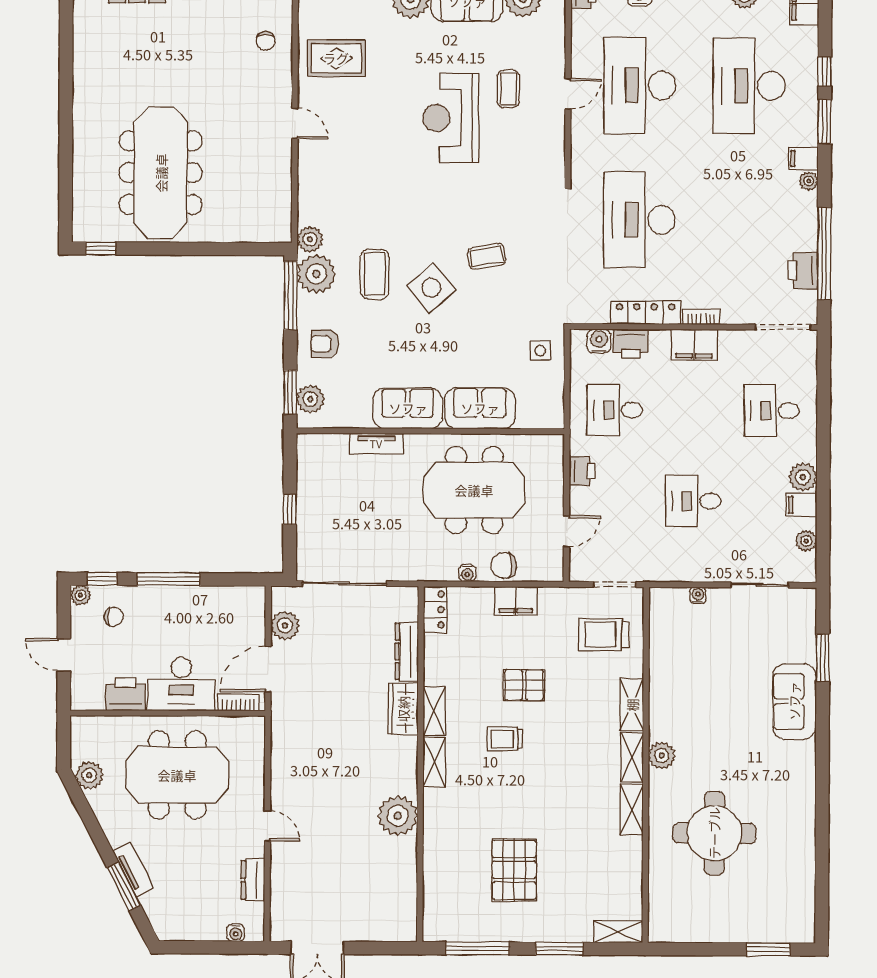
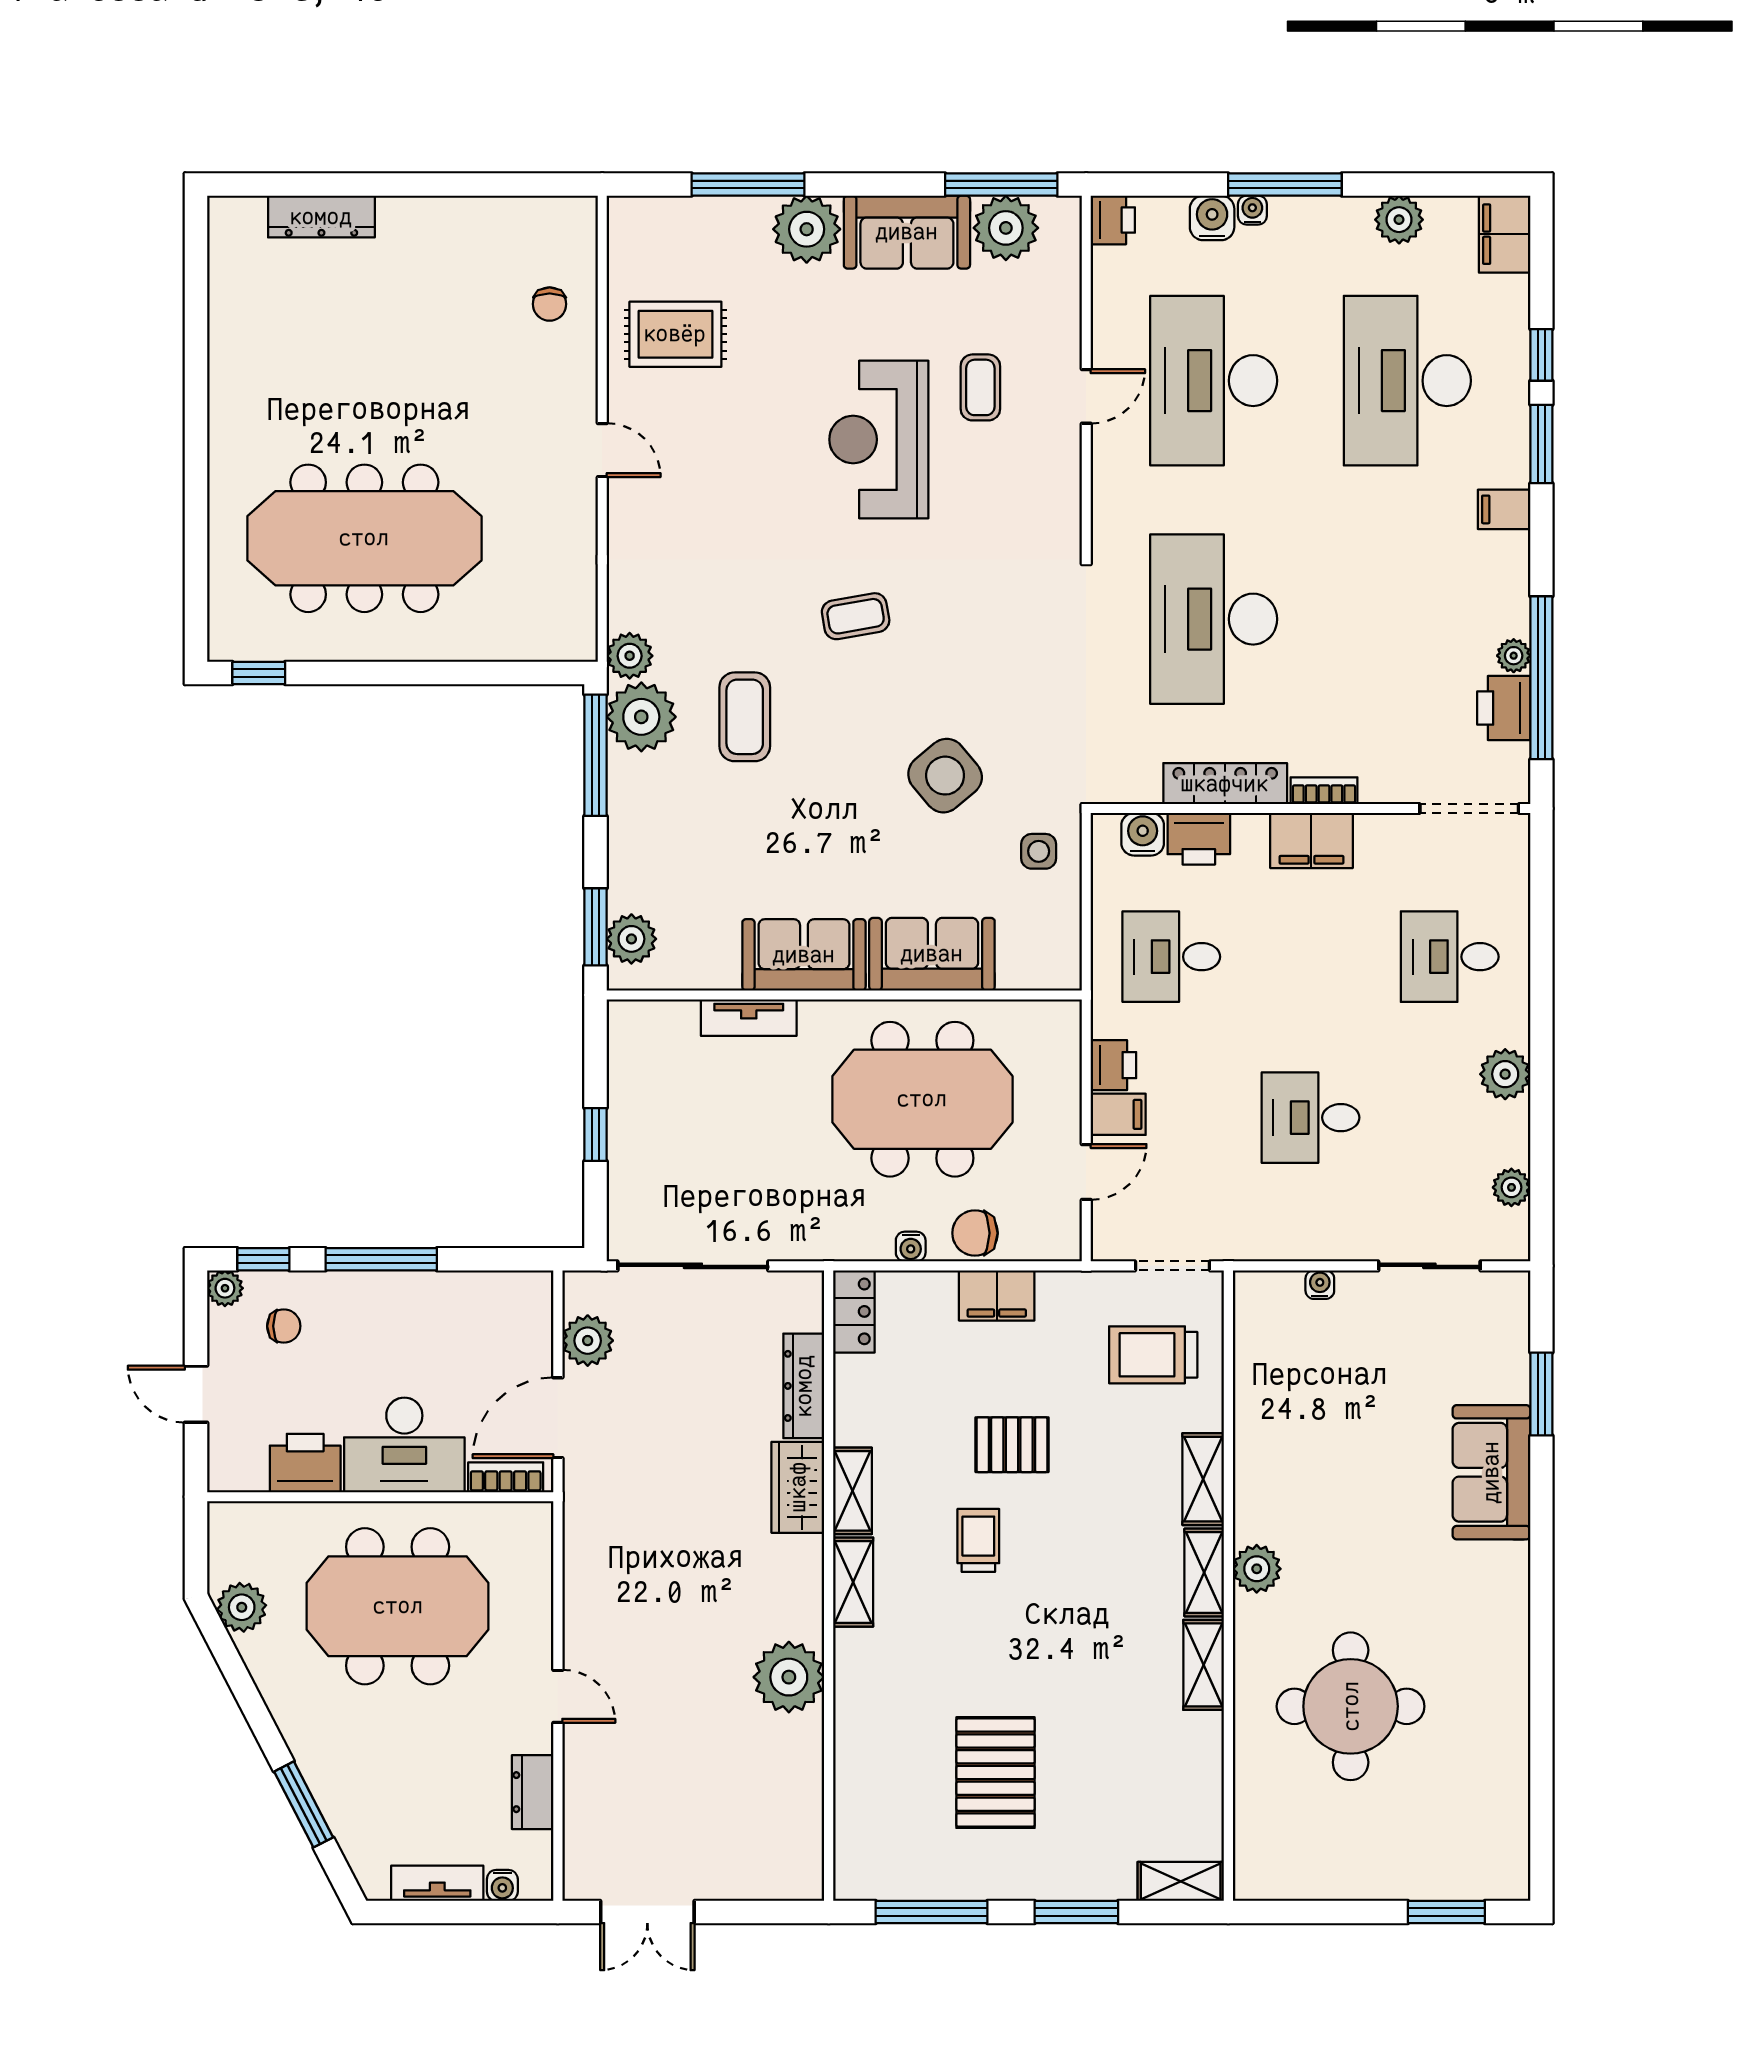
meeting table: (161, 173) -> (364, 538), turned 90
plant: (809, 181) -> (1514, 656), moved
coffee table: (487, 256) -> (856, 616), moved
side table: (431, 288) -> (945, 776), moved
armchair: (325, 344) -> (657, 841), removed
filing cabinet: (801, 505) -> (1118, 1114), moved, turned 180
trolley: (505, 739) -> (978, 1540), turned 90
tv unit: (133, 870) -> (437, 1883), moved, turned -63

